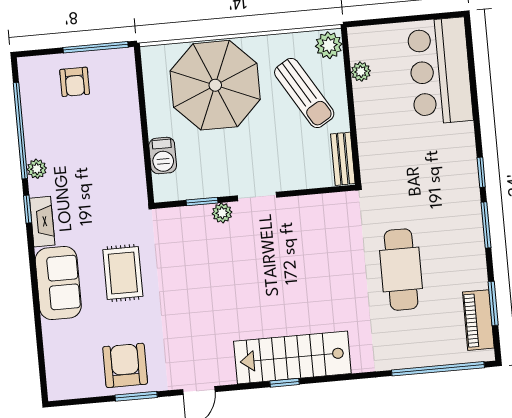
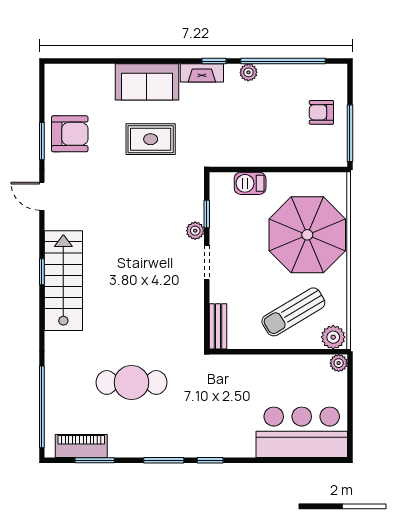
plant: (361, 72) -> (339, 363), moved
bench: (343, 159) -> (218, 326), moved, turned 90

